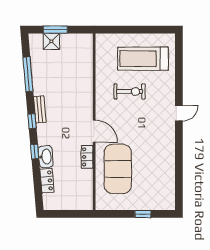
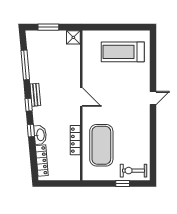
shower: (51, 41) -> (73, 37), moved
exercise bike: (130, 91) -> (134, 171), moved, turned 180
door: (94, 131) -> (81, 97), moved
locker: (87, 157) -> (75, 140), width x1.53
locker: (47, 181) -> (42, 161), width x1.53

